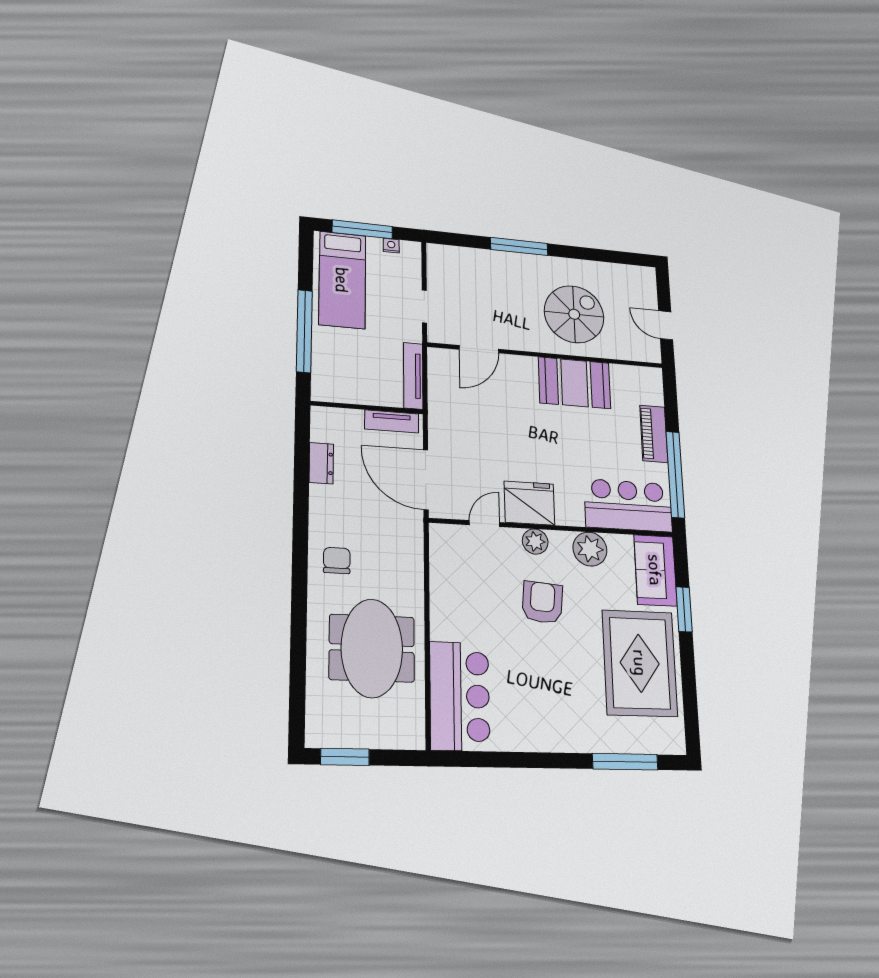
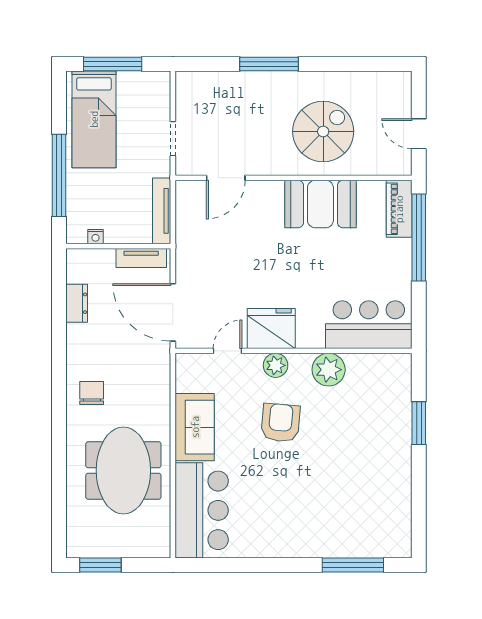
nightstand: (391, 246) -> (96, 237), moved, turned 180
piano: (654, 434) -> (399, 209), moved
window: (675, 474) -> (419, 238), moved
sofa: (655, 570) -> (195, 427), moved, turned 180
rug: (640, 663) -> (372, 475), removed

